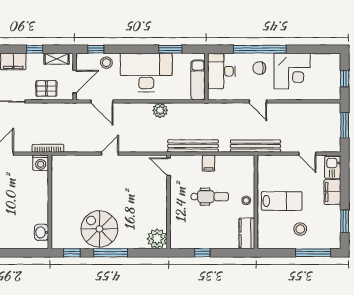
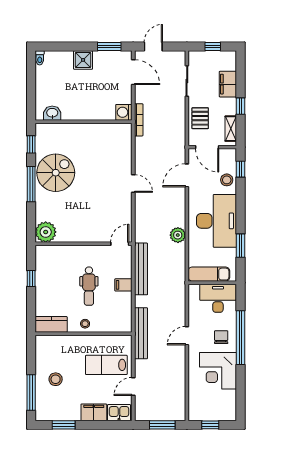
lab bench: (282, 201) -> (106, 365), moved, turned 90

